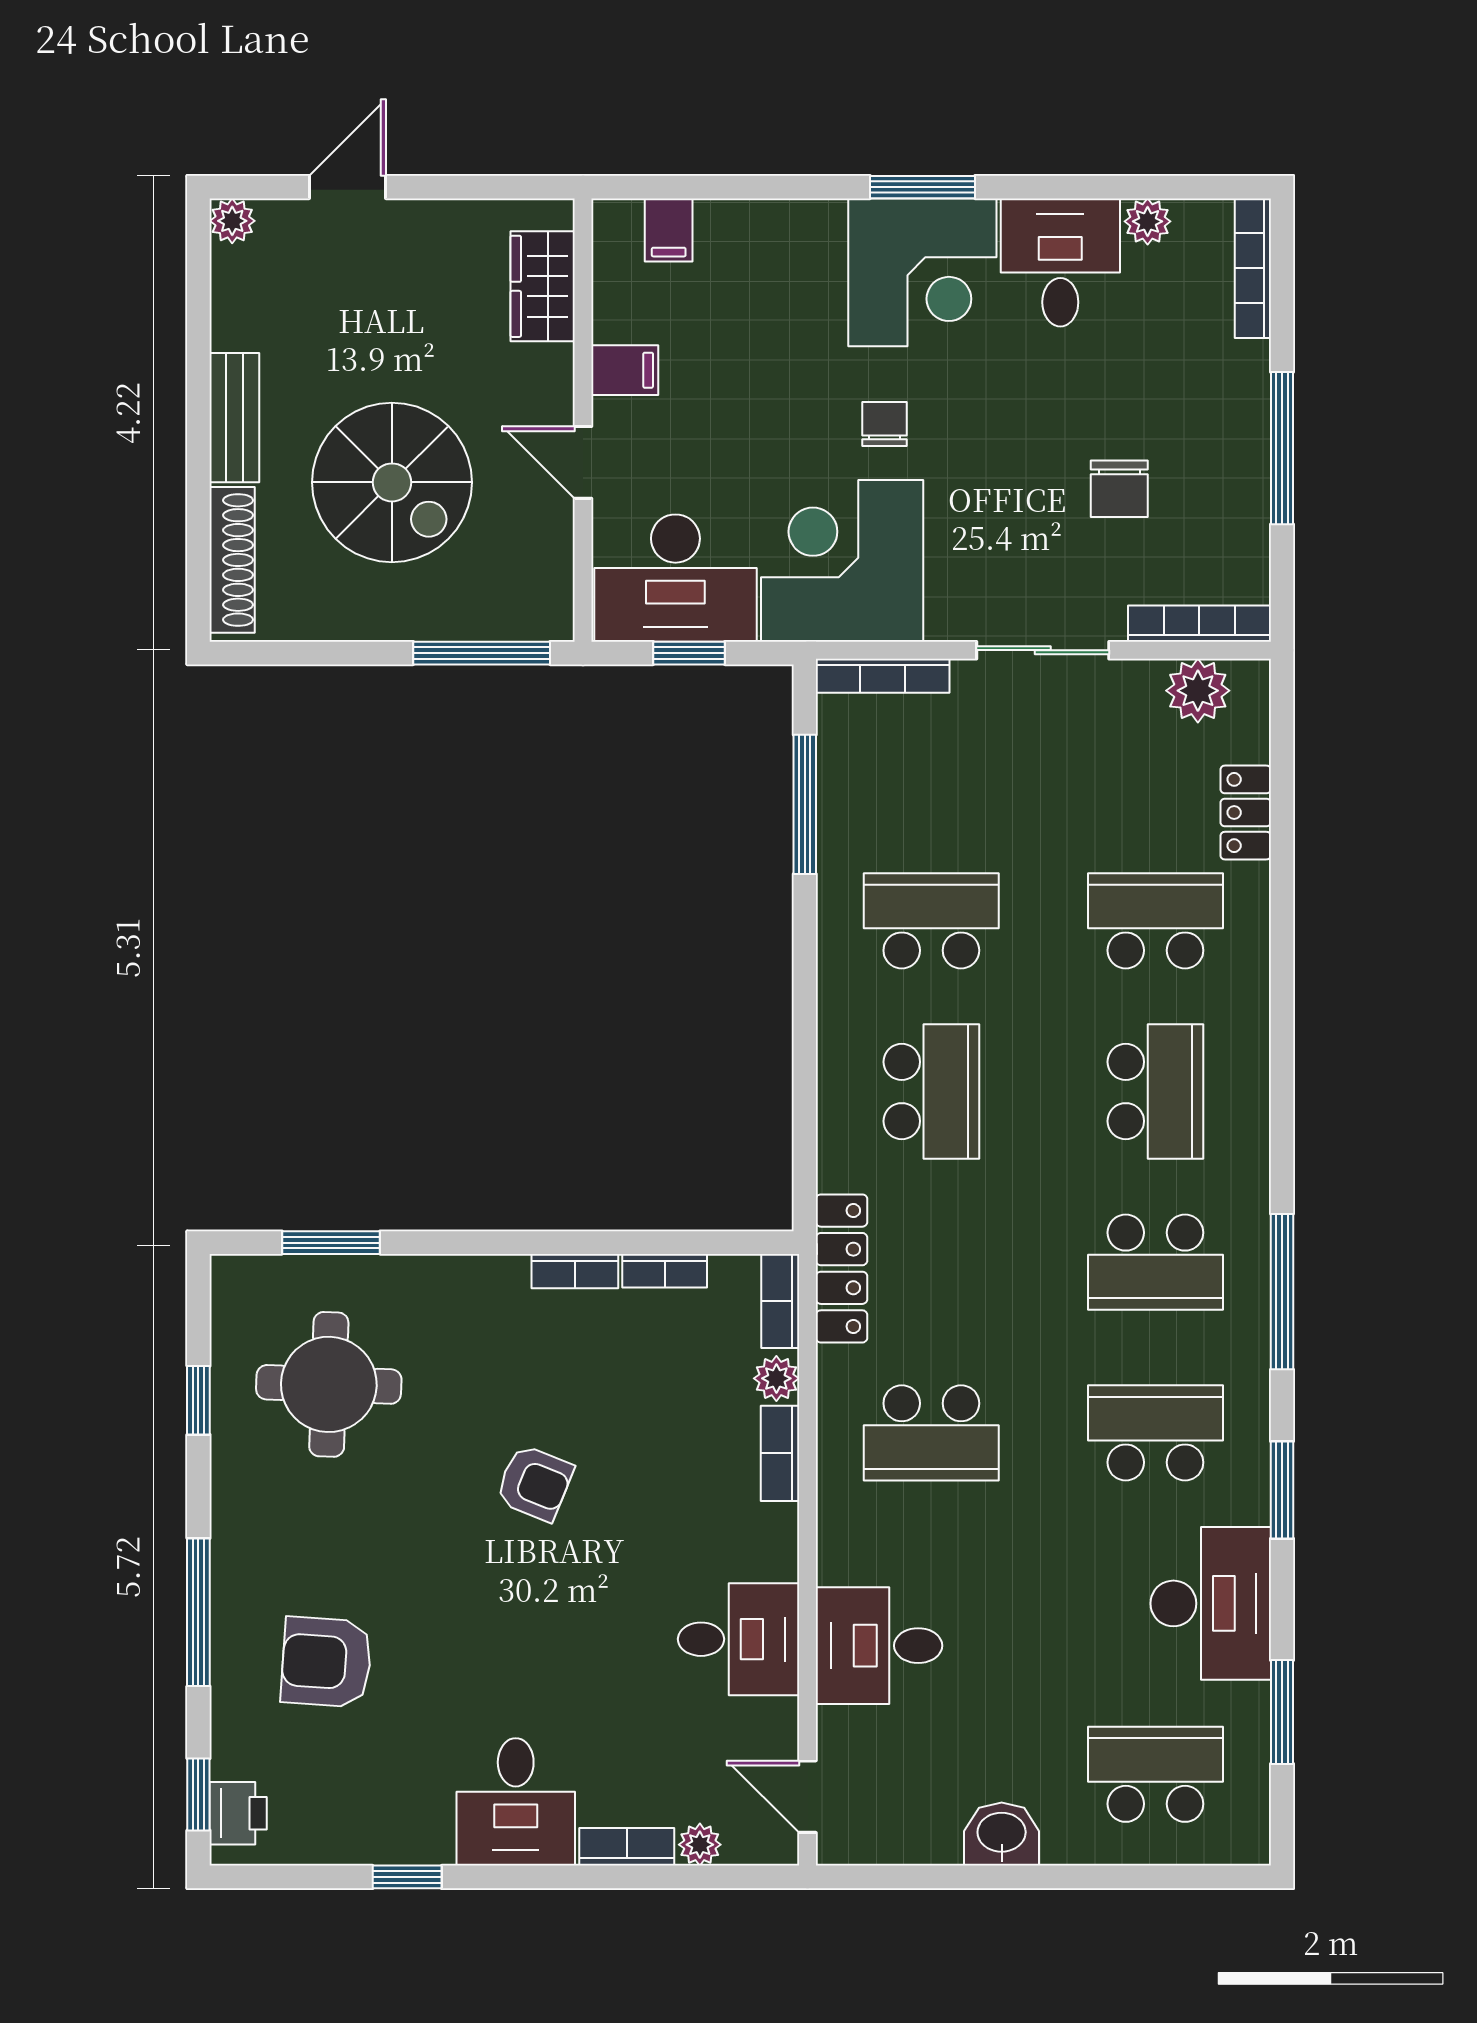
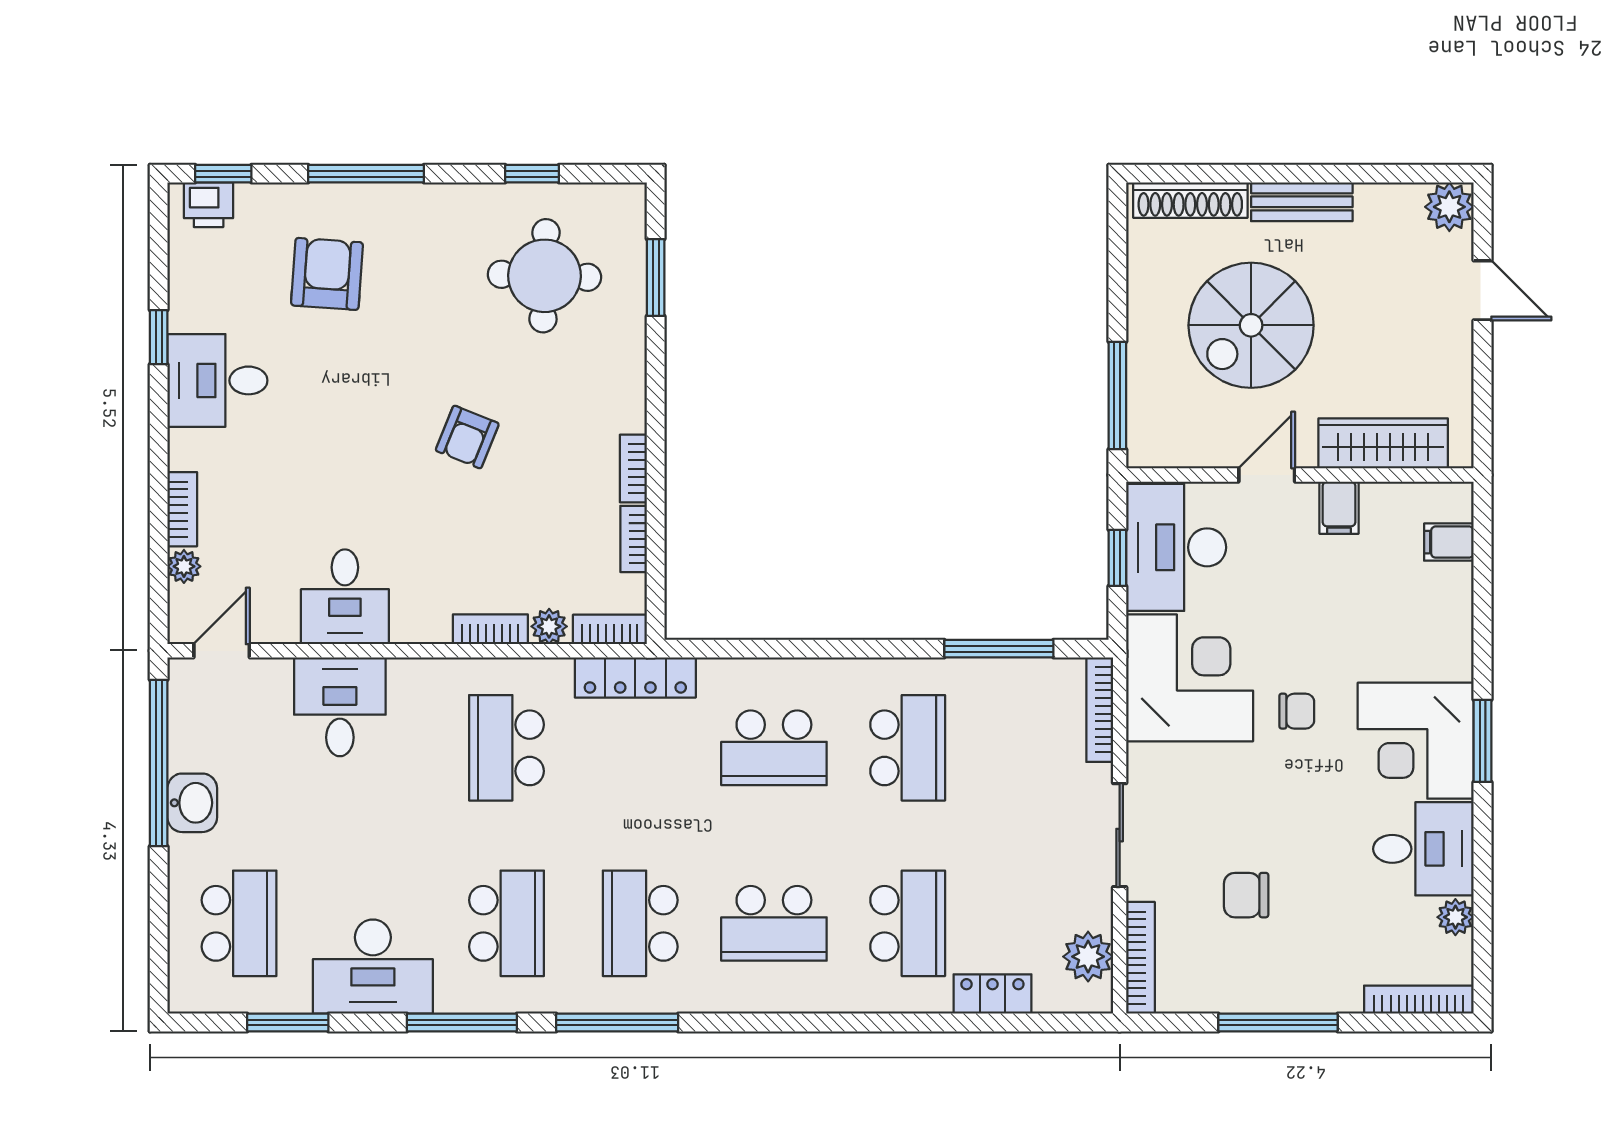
plant: (232, 221) -> (1449, 207), width x1.38, depth x1.38
wardrobe: (543, 286) -> (1383, 443), width x1.50
window: (1282, 1490) -> (462, 1022), width x1.44
desk: (516, 1802) -> (217, 380), moved
window: (951, 1877) -> (159, 763), added

